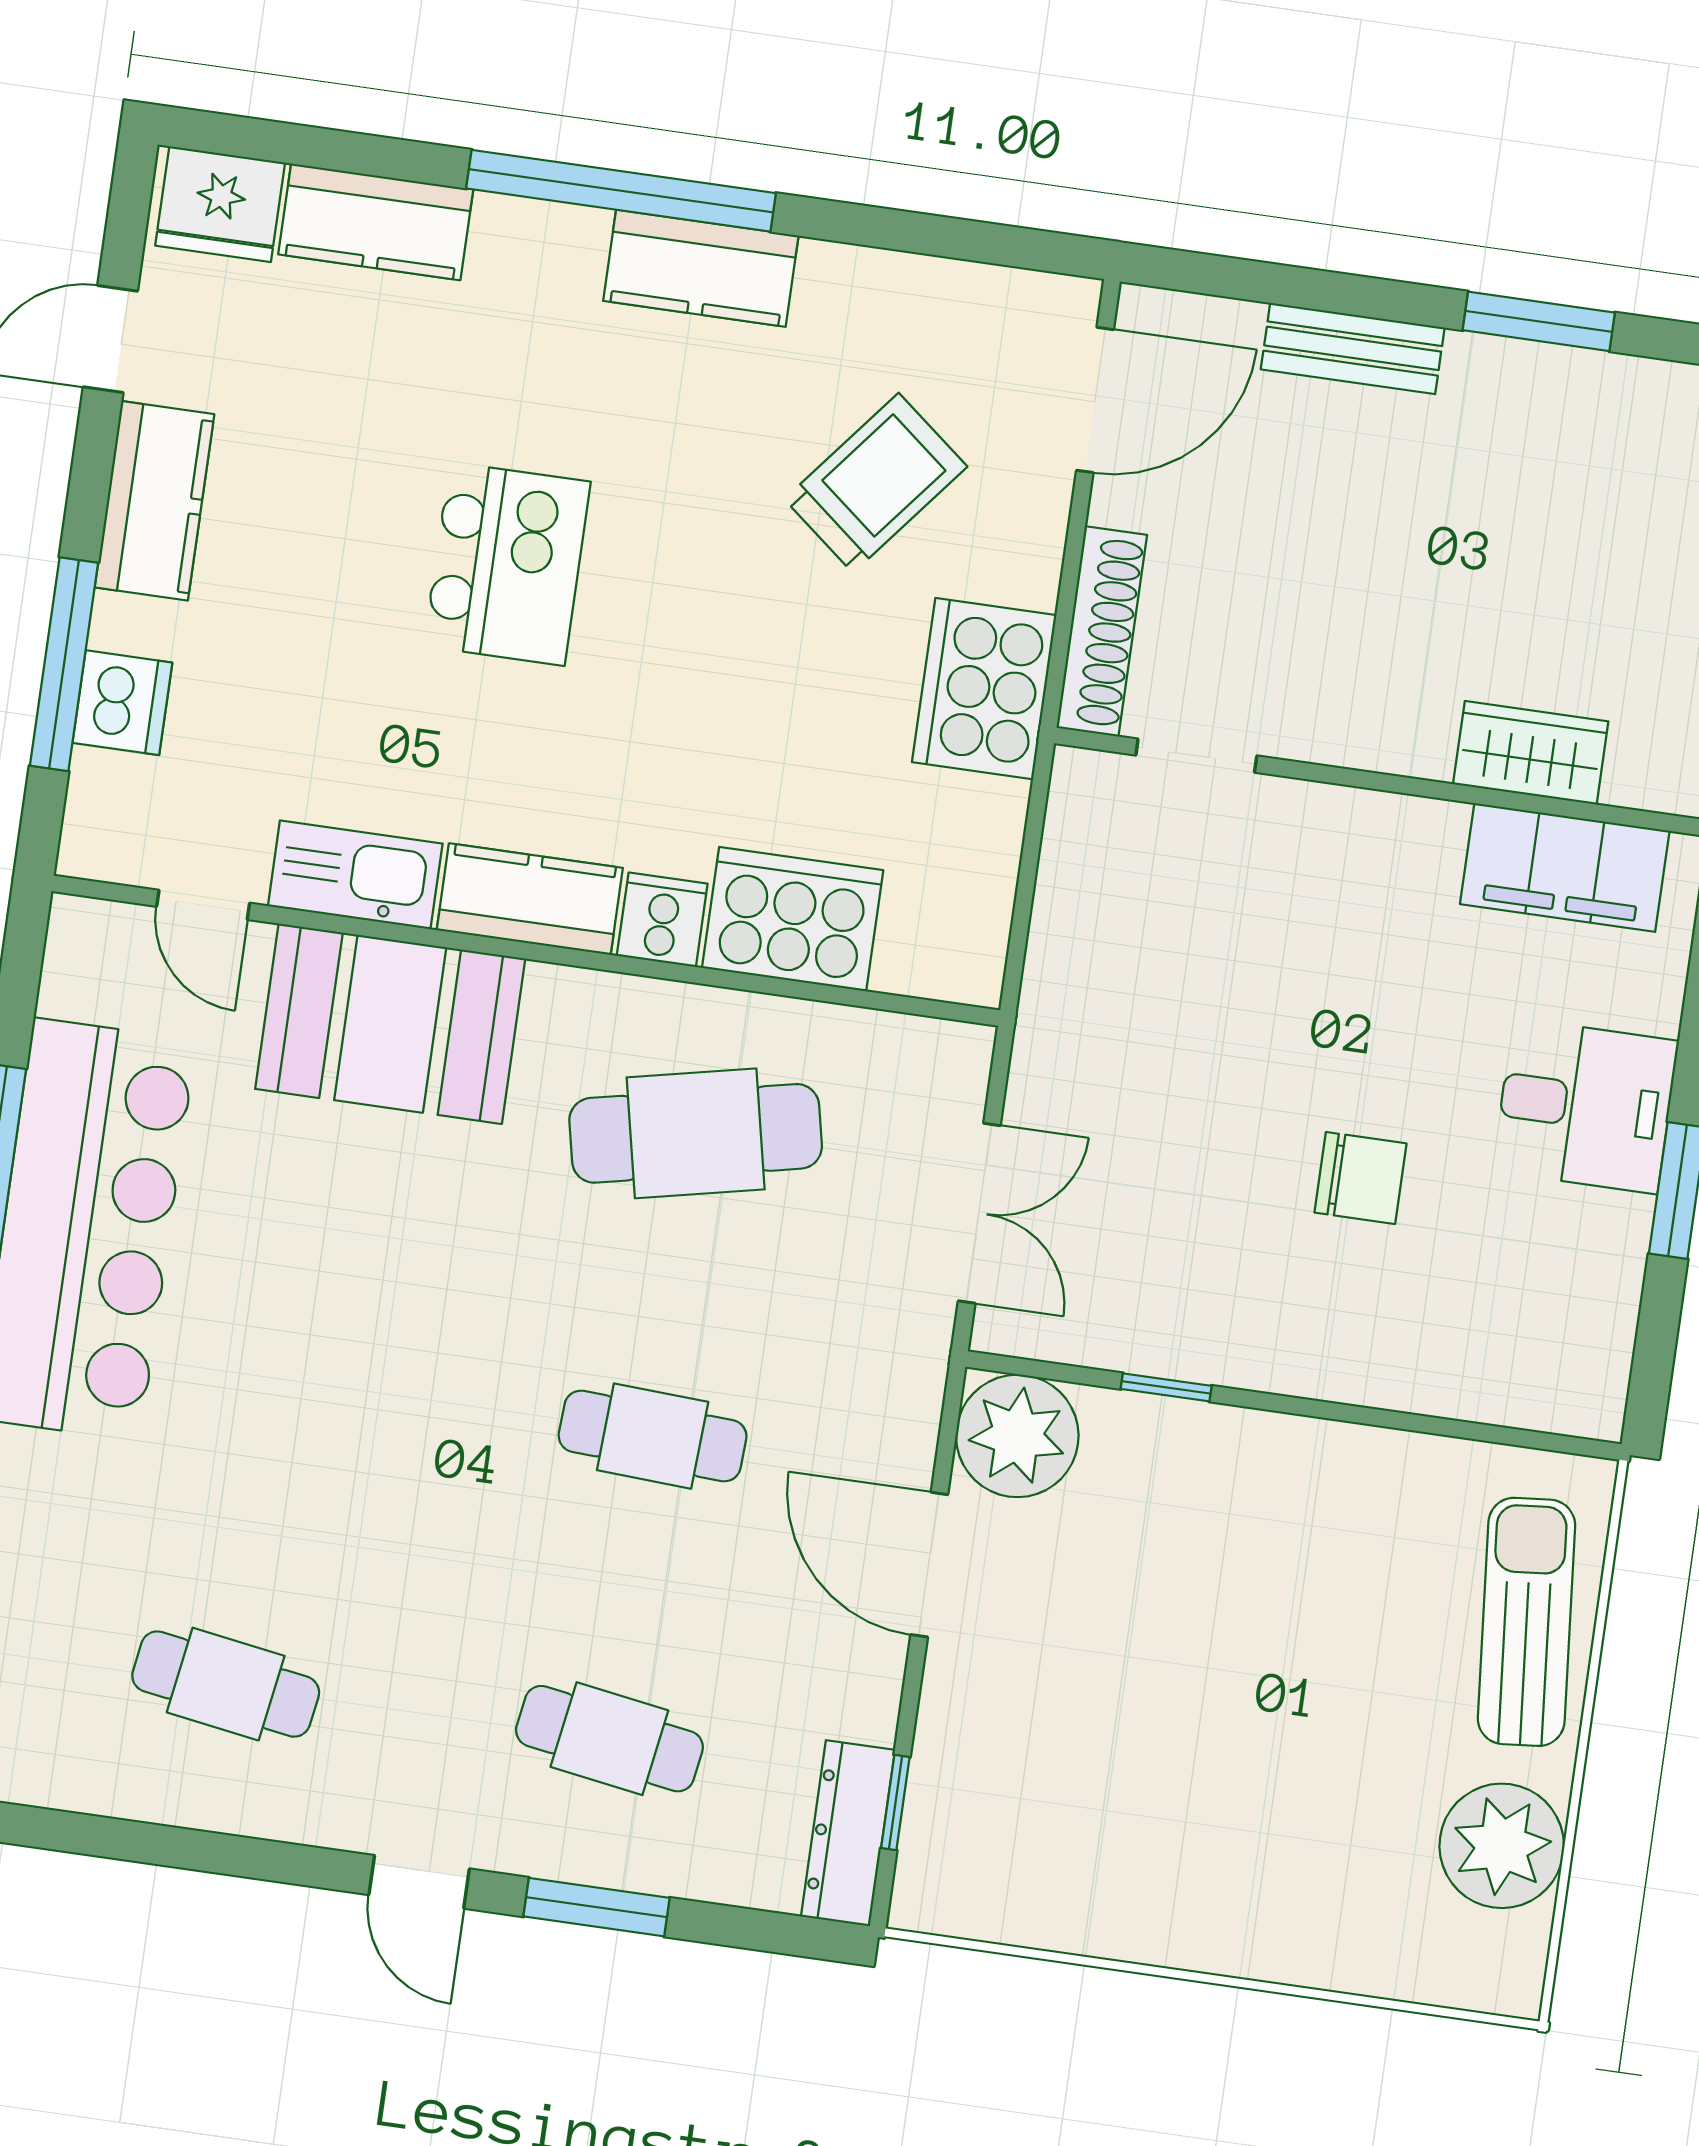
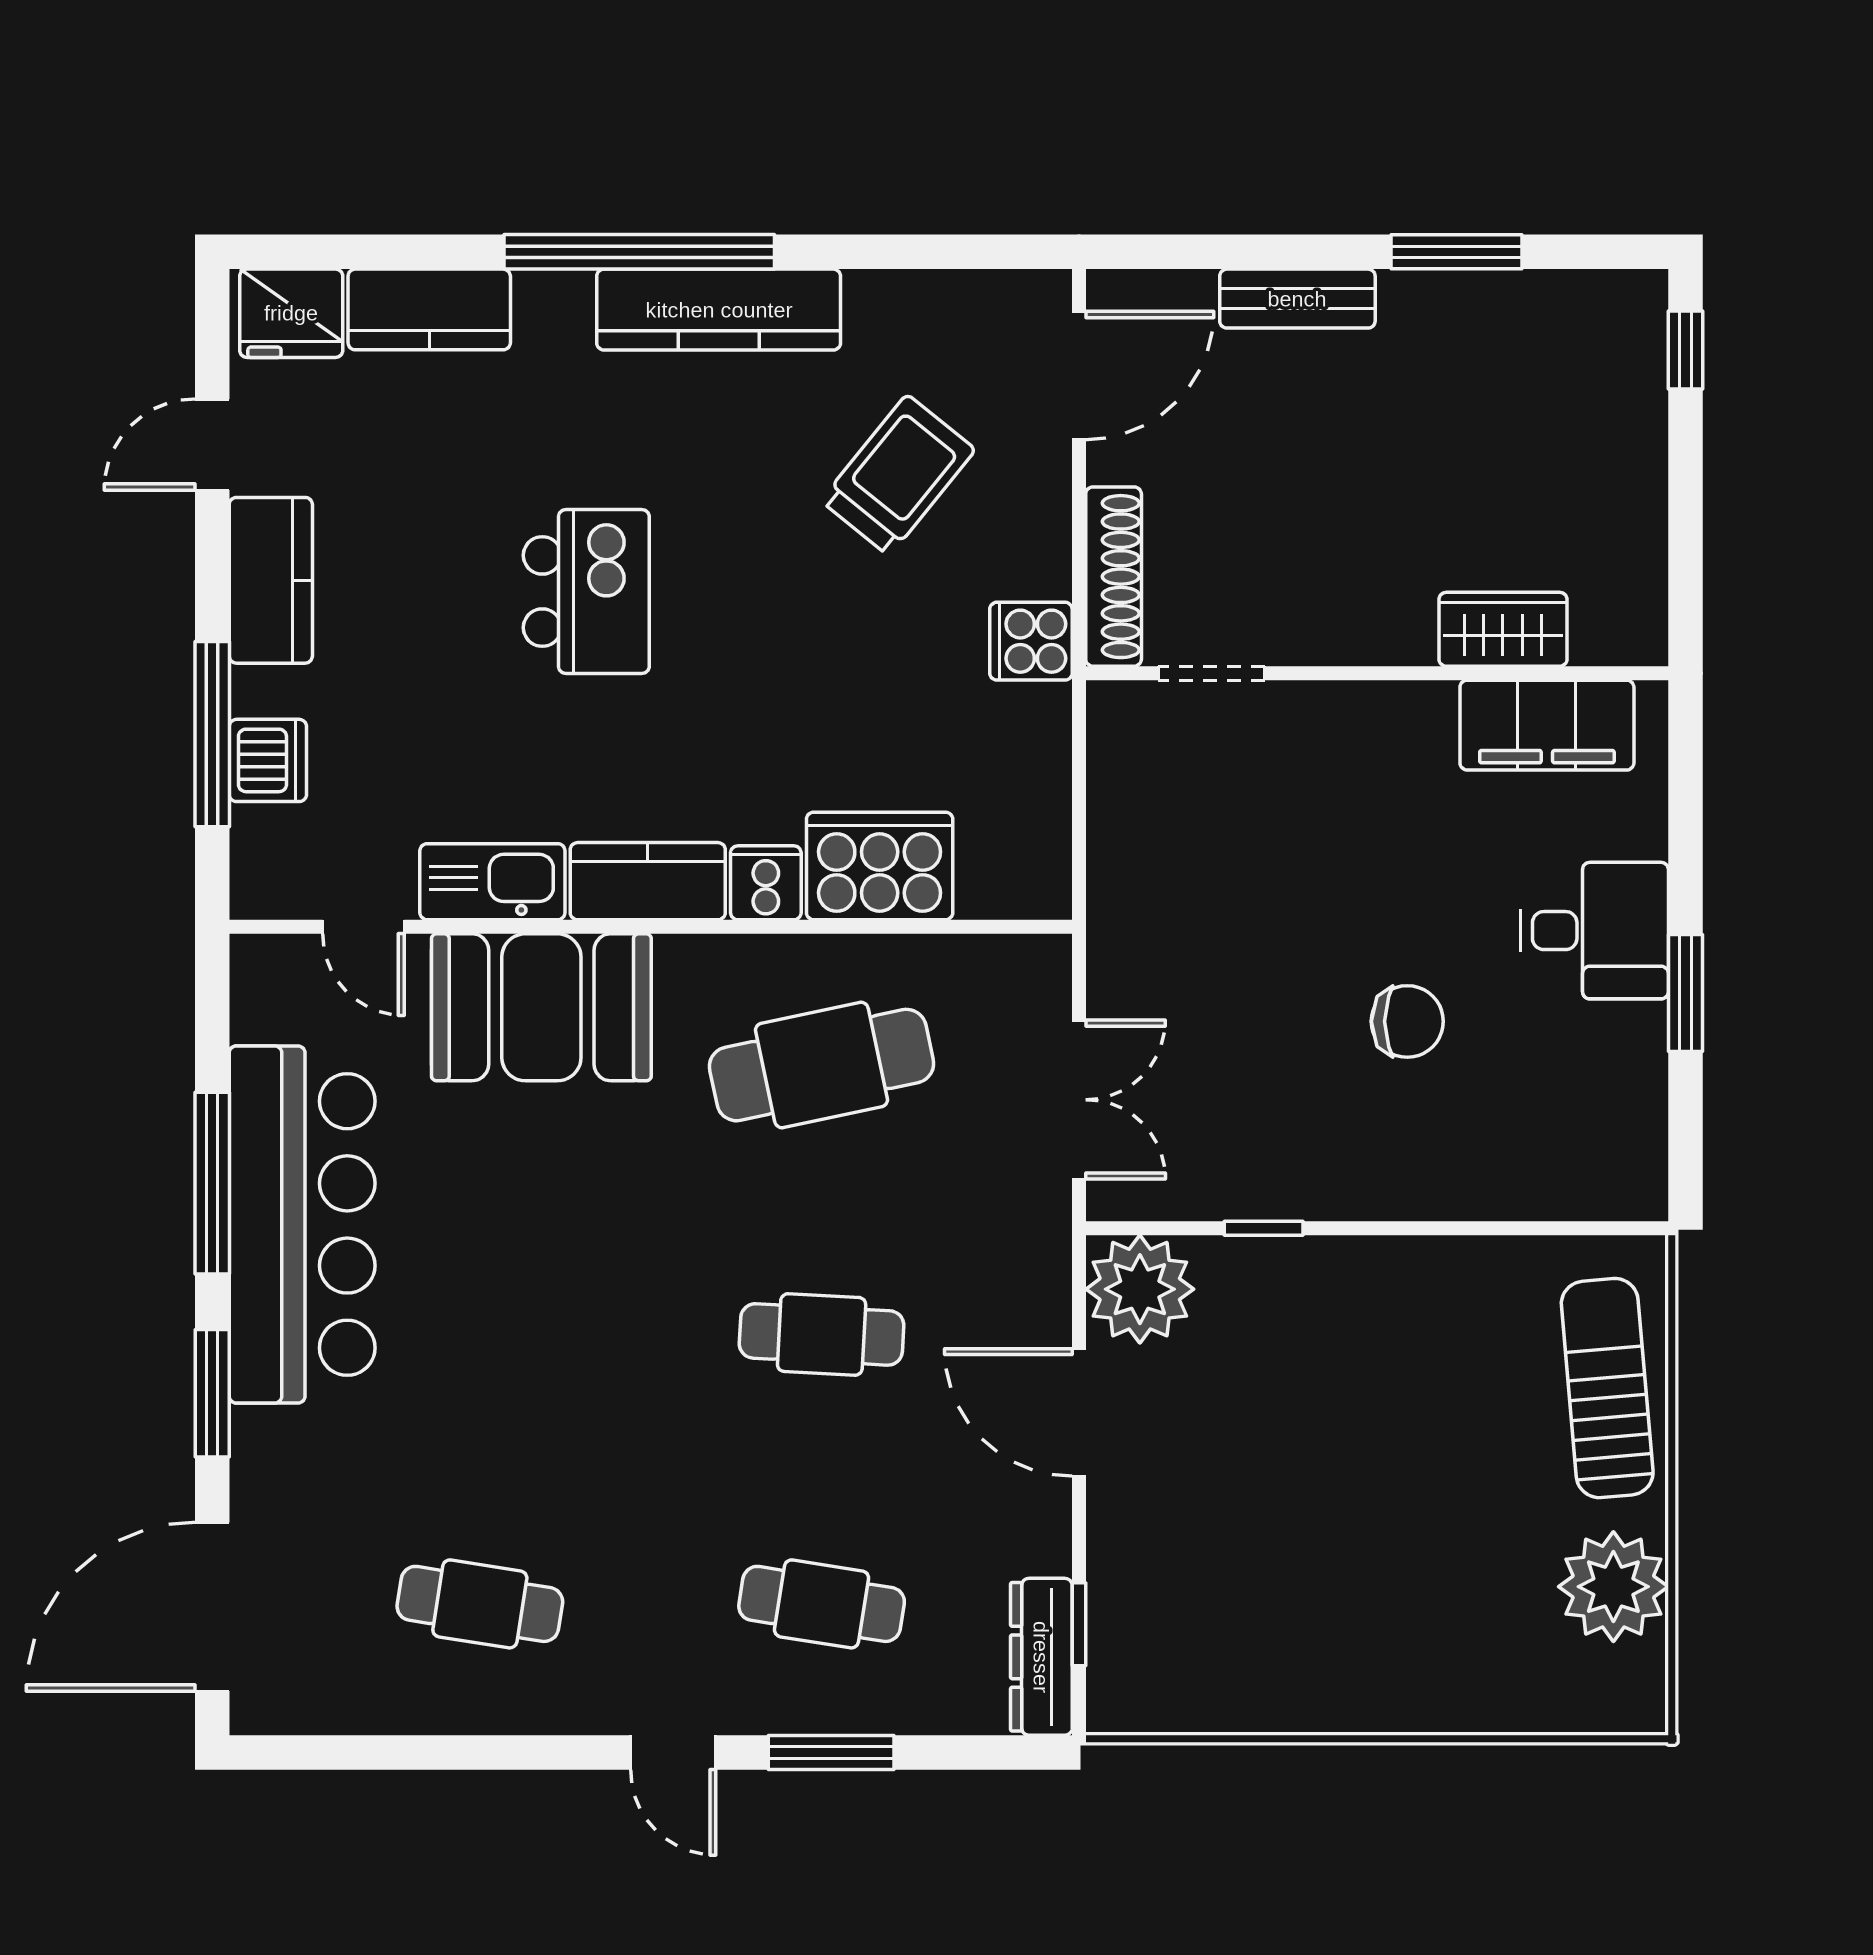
kitchen counter: (701, 268) -> (719, 310), width x1.50
cooker: (984, 689) -> (1031, 641), width x0.53, depth x0.76

